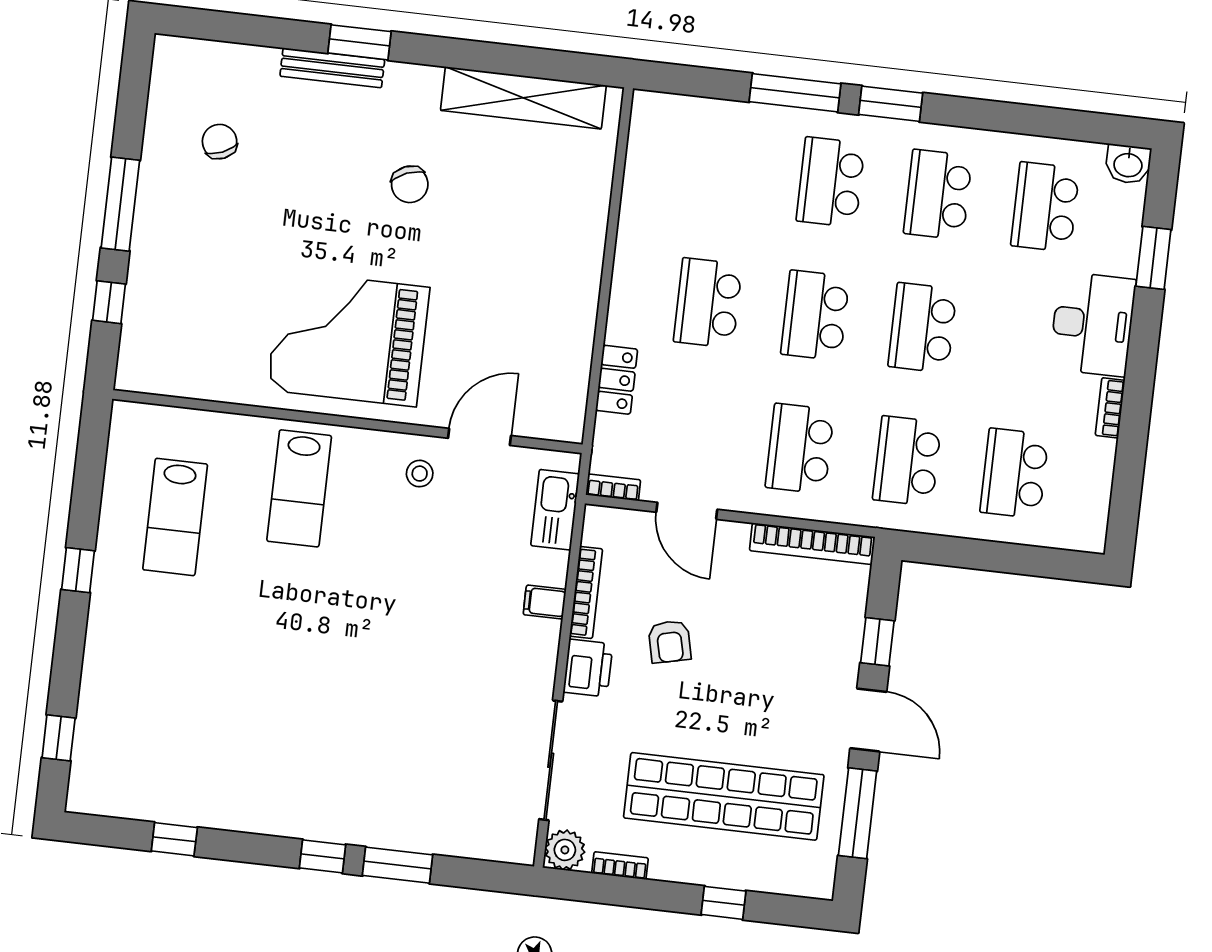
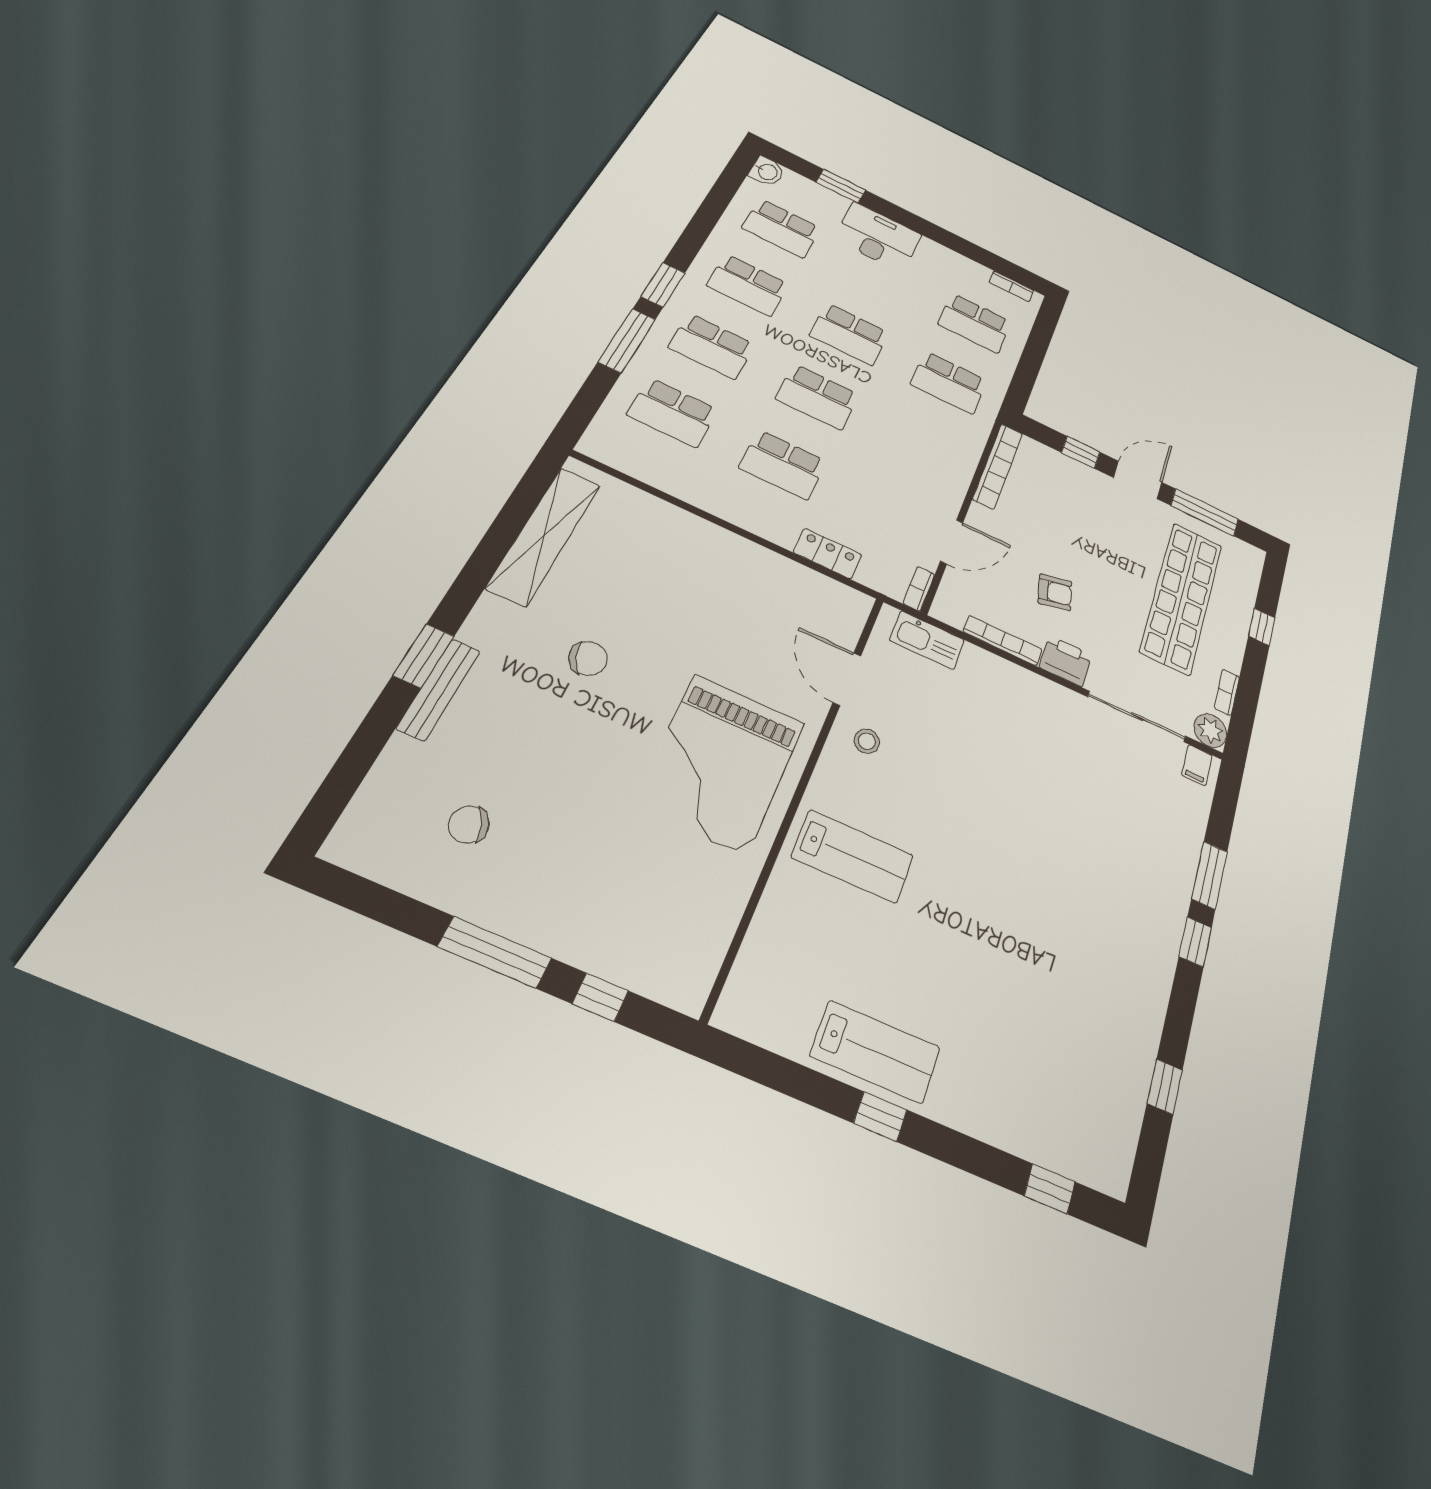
bookcase: (1110, 408) -> (1011, 286), moved
school desk: (800, 449) -> (673, 412), moved
lab bench: (175, 517) -> (875, 1052), moved
filing cabinet: (545, 602) -> (1197, 765), moved

